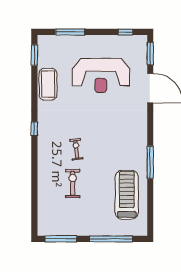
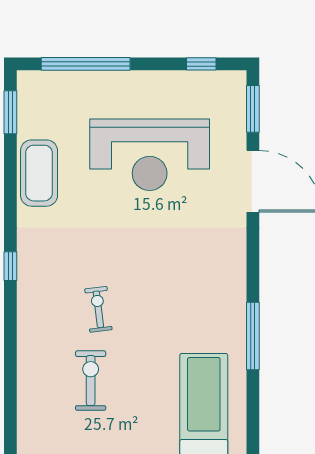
window: (70, 32) -> (86, 64), width x1.46

